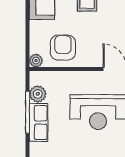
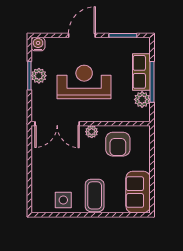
plant: (36, 61) -> (92, 132), moved

